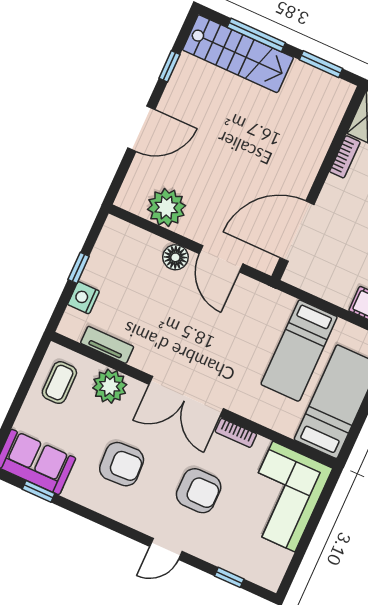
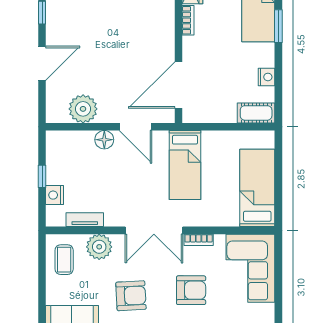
bed: (299, 351) -> (185, 165), moved

